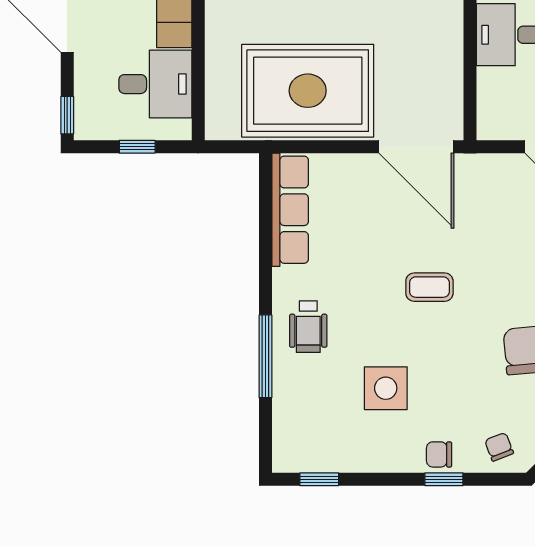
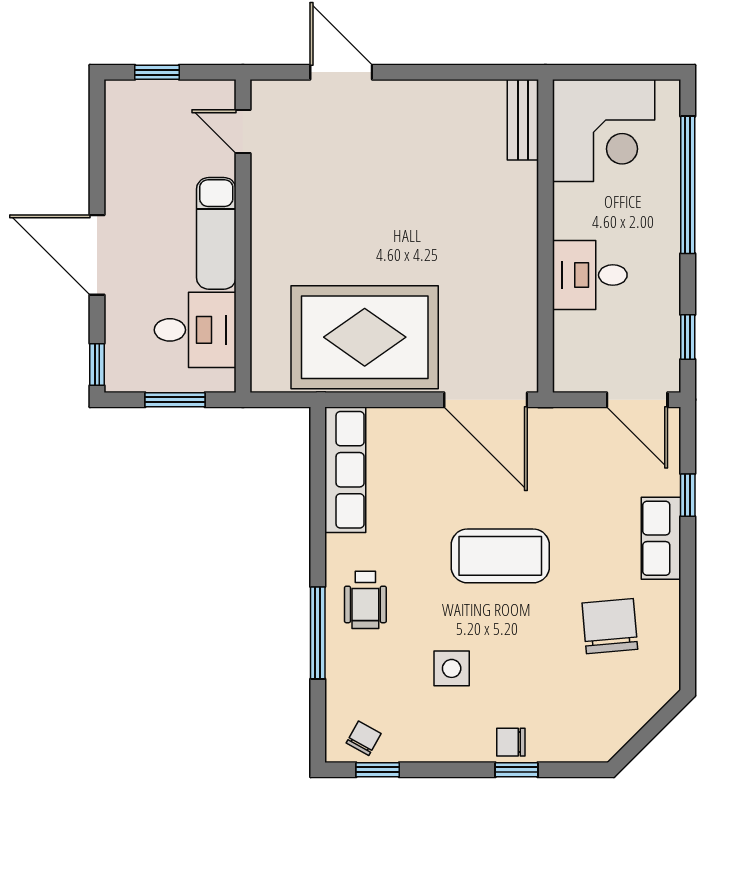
window: (137, 147) -> (175, 400), width x1.50
coffee table: (429, 287) -> (500, 556), width x1.86, depth x1.72
side table: (386, 388) -> (452, 668), width x0.73, depth x0.73
chair: (499, 447) -> (364, 738), moved, turned 50

